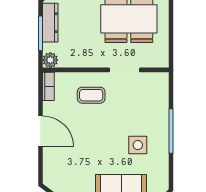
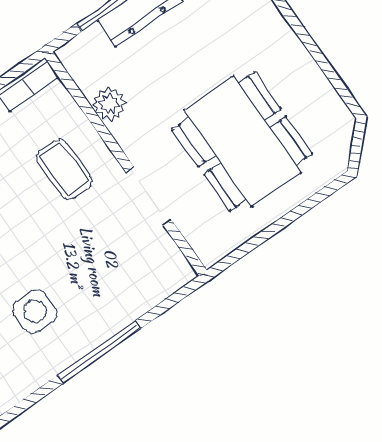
plant: (50, 60) -> (109, 104), moved

